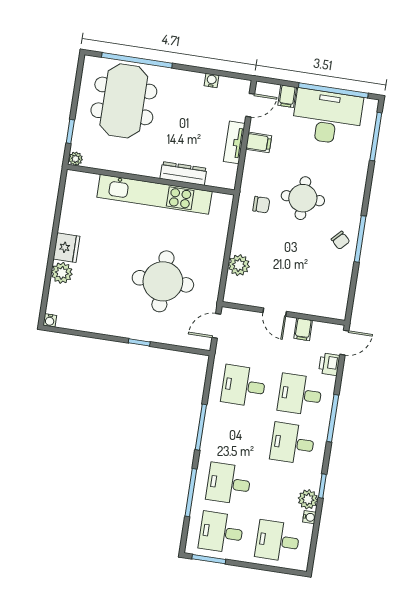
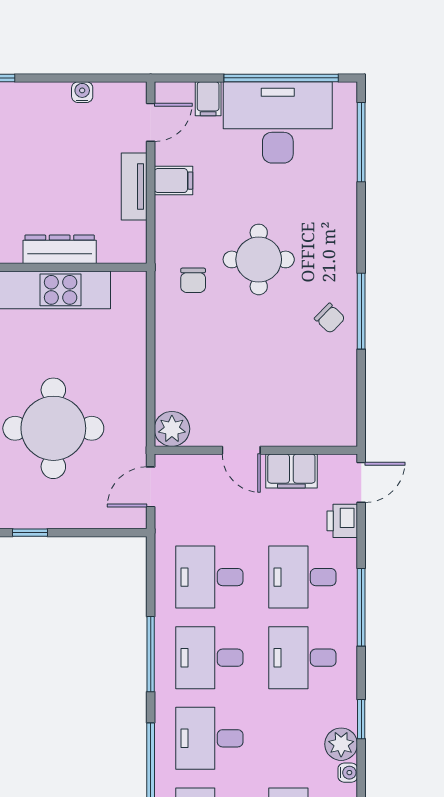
chair: (261, 205) -> (193, 280), turned 90
plant: (239, 265) -> (172, 429), moved
filing cabinet: (303, 329) -> (291, 471), width x2.00
desk: (236, 435) -> (209, 658), added

